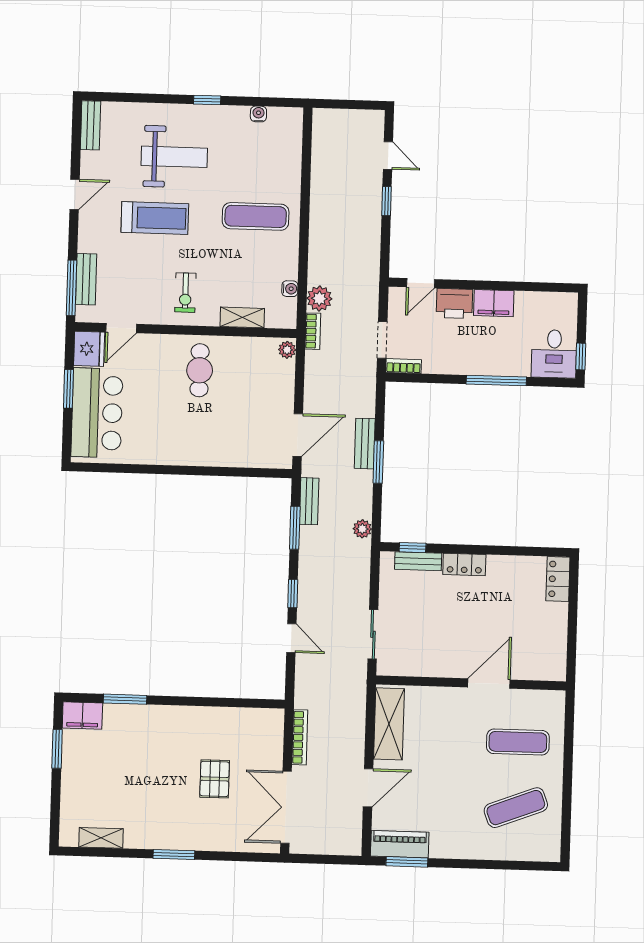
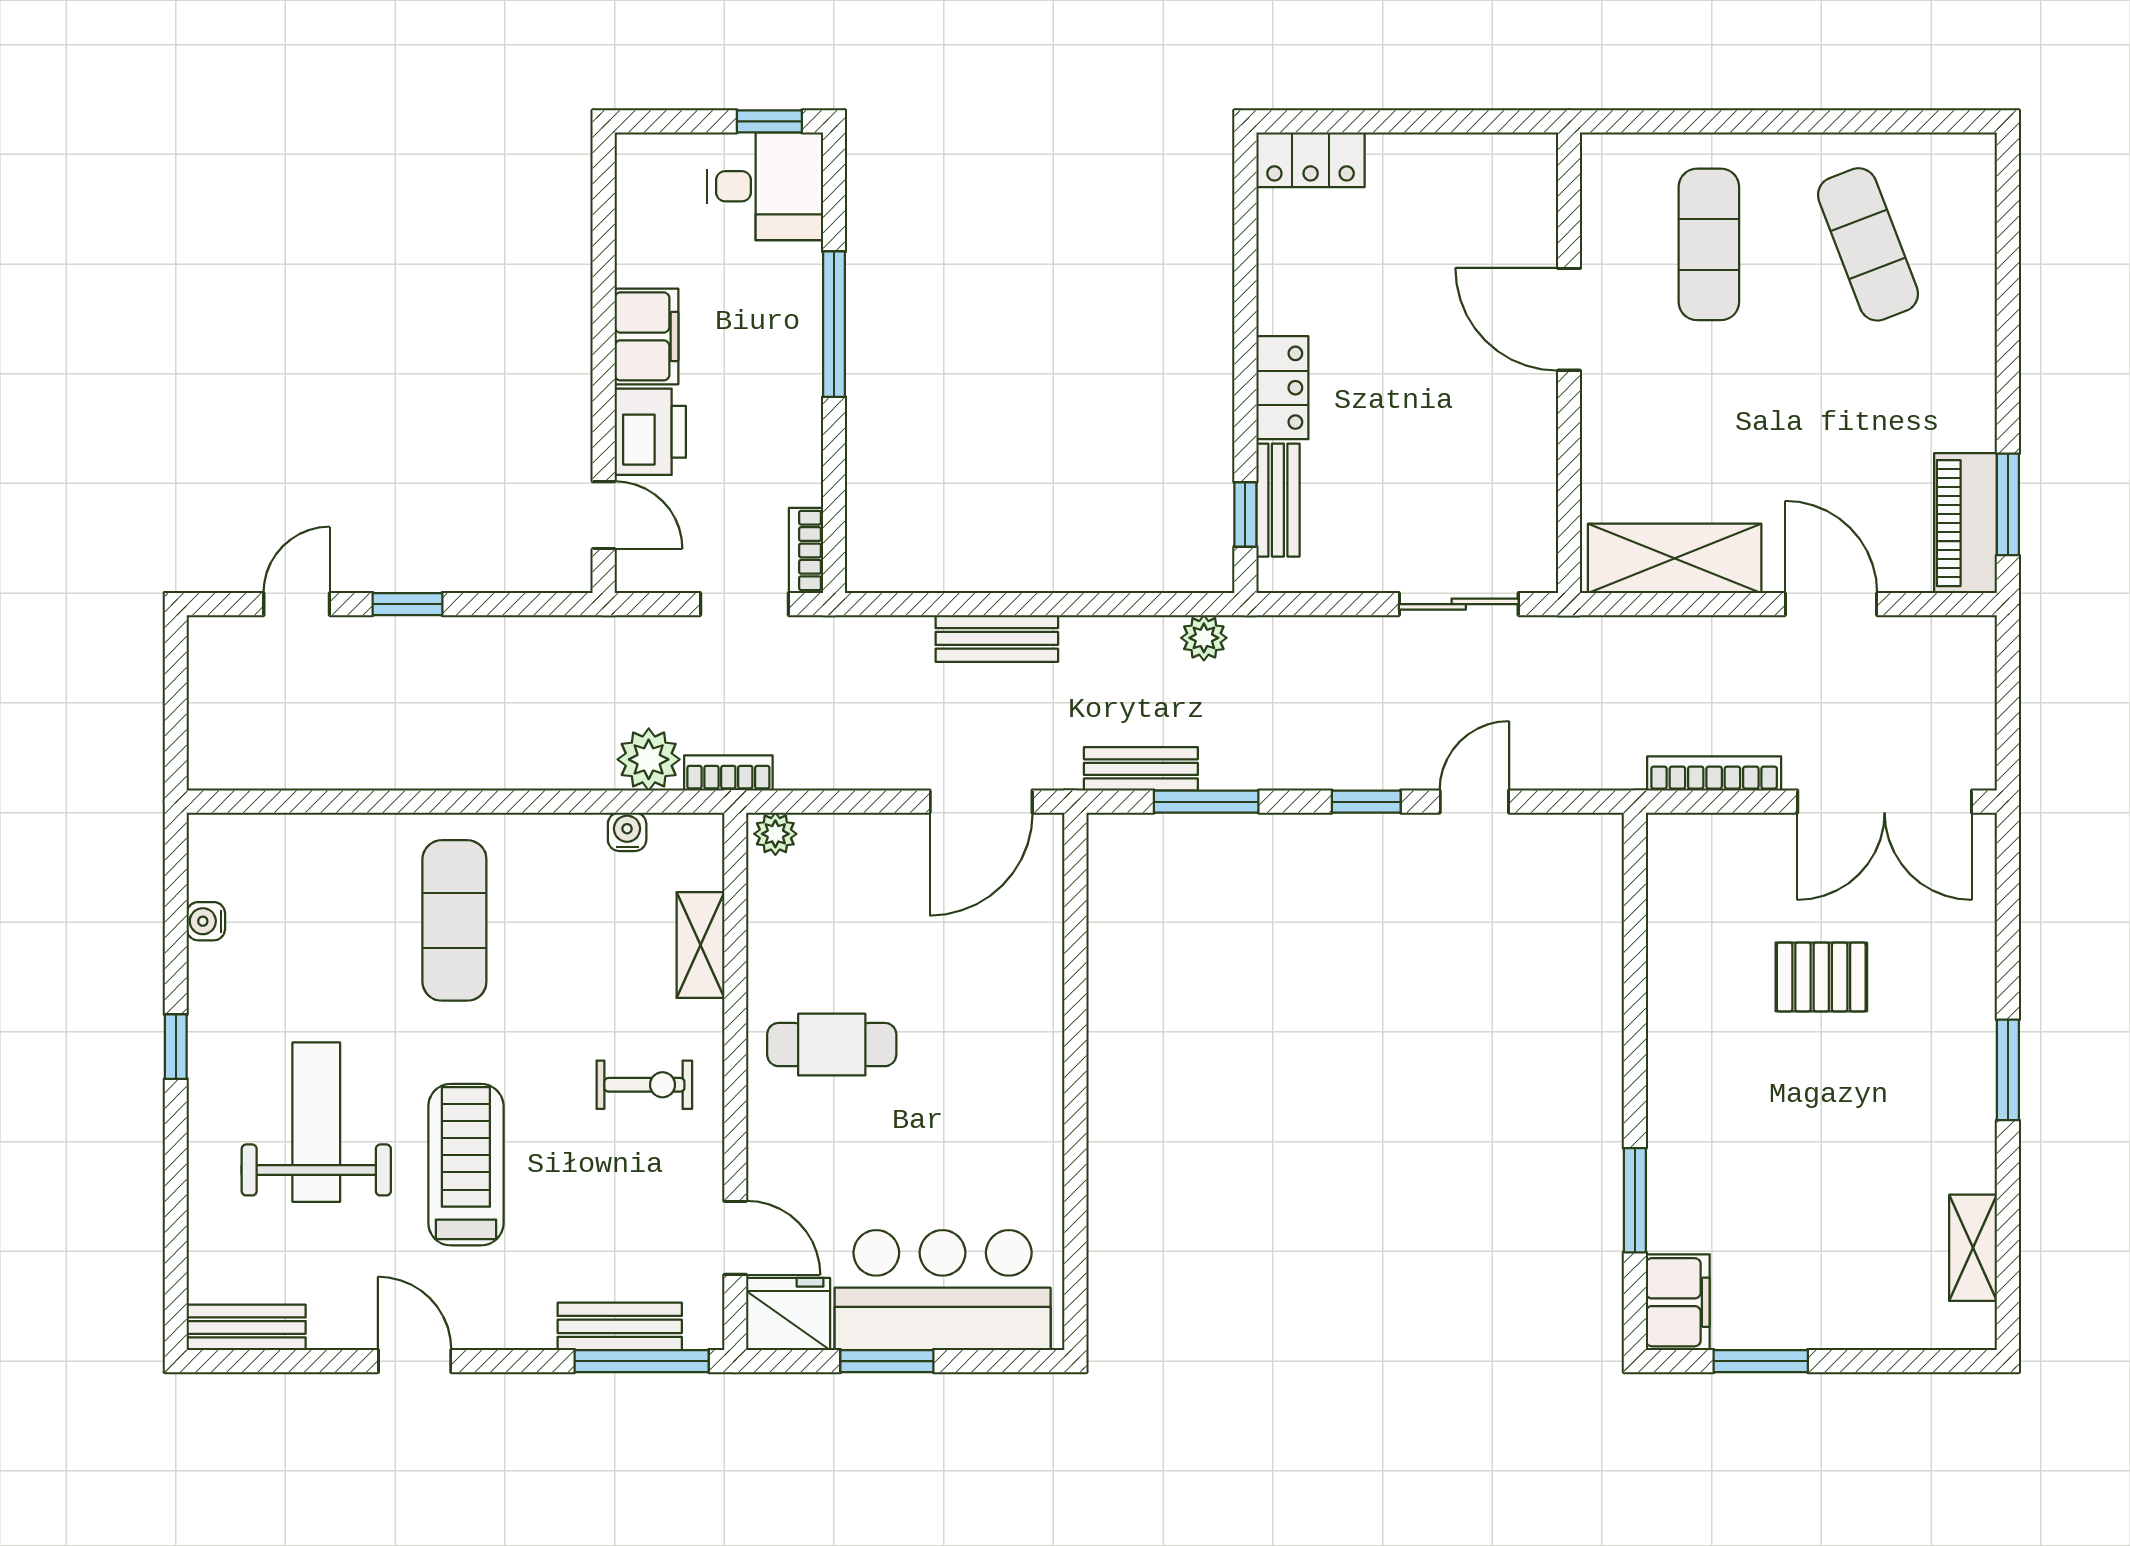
door: (298, 435) -> (981, 802), swing flipped
window: (378, 462) -> (1040, 604), removed

